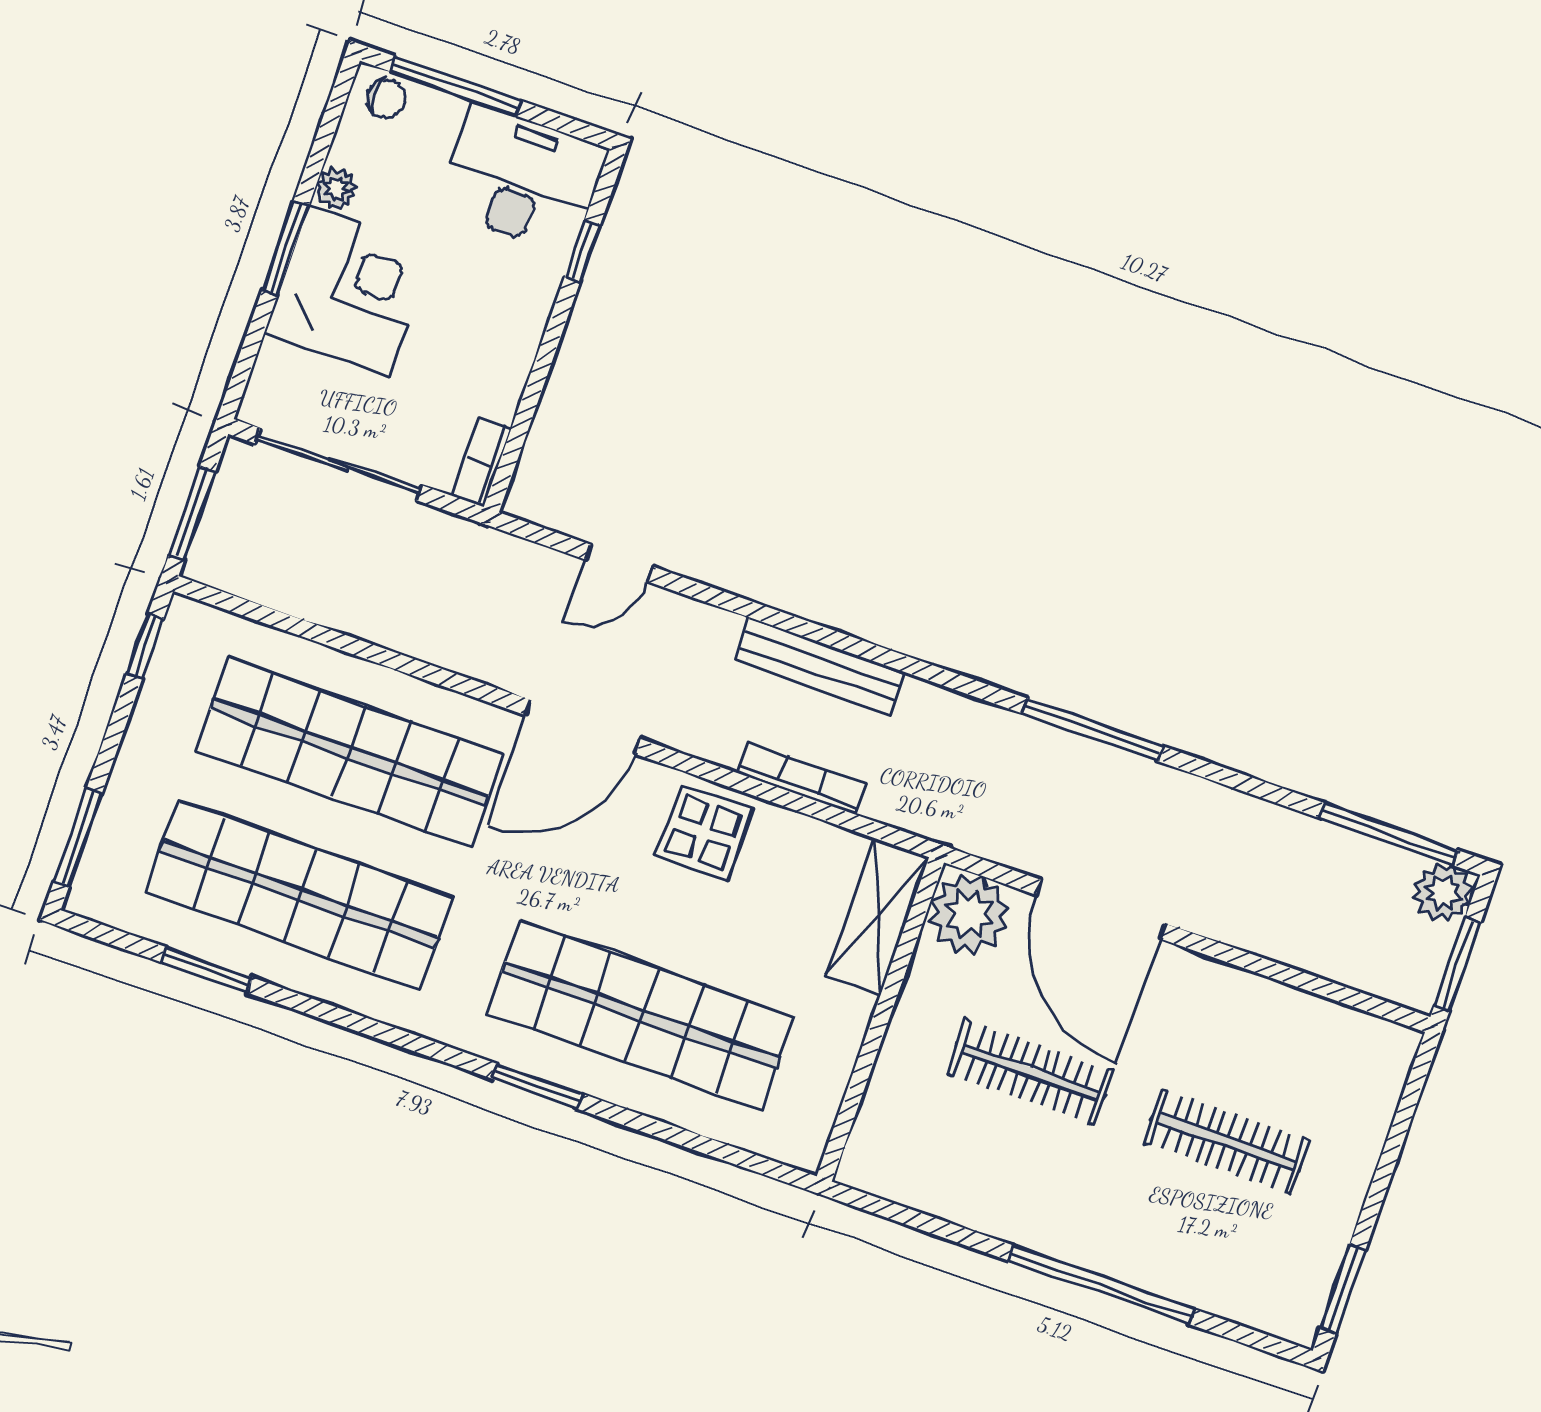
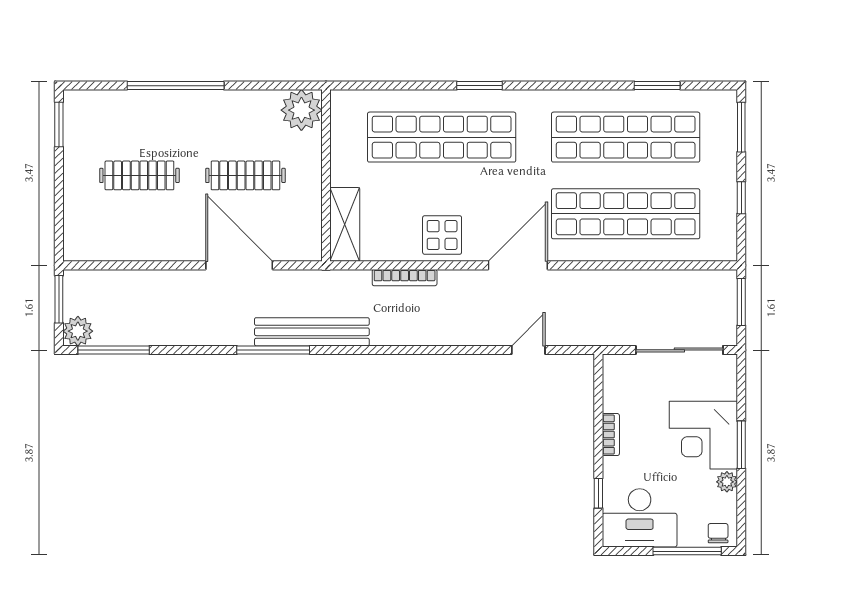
chair: (386, 99) -> (718, 533), turned 90
bookcase: (482, 463) -> (611, 435), moved
window: (145, 646) -> (741, 198), moved
bench: (820, 667) -> (312, 332), moved, width x1.37, depth x1.21
plant: (969, 914) -> (301, 110), moved

